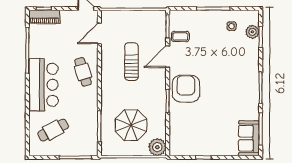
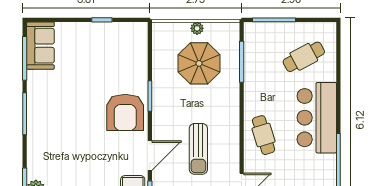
plant: (157, 147) -> (197, 28), moved, width x0.53, depth x0.53

